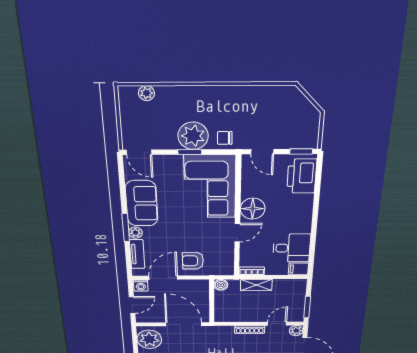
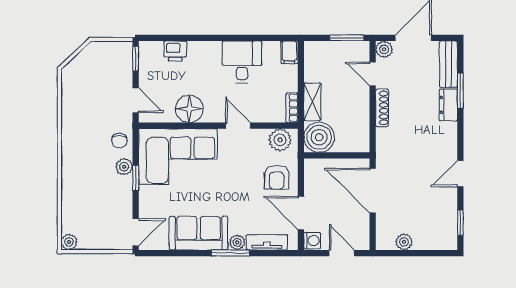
plant: (146, 93) -> (69, 242), moved
plant: (193, 136) -> (124, 167), width x0.53, depth x0.53
door: (262, 152) -> (136, 100), hinge flipped
printer: (302, 176) -> (175, 51), width x0.53, depth x0.68
floor lamp: (253, 209) -> (189, 109), moved
desk: (292, 248) -> (242, 62), moved
plant: (225, 263) -> (280, 140), added
boiler: (221, 285) -> (319, 137), width x1.86, depth x1.86
door: (184, 324) -> (373, 190), hinge flipped
plant: (149, 339) -> (404, 242), width x0.53, depth x0.53

